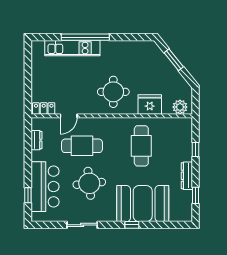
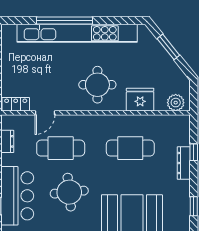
kitchen unit: (72, 48) -> (77, 33), width x1.86
cafe table: (141, 146) -> (130, 148), turned 90
dresser: (187, 176) -> (184, 163), moved

